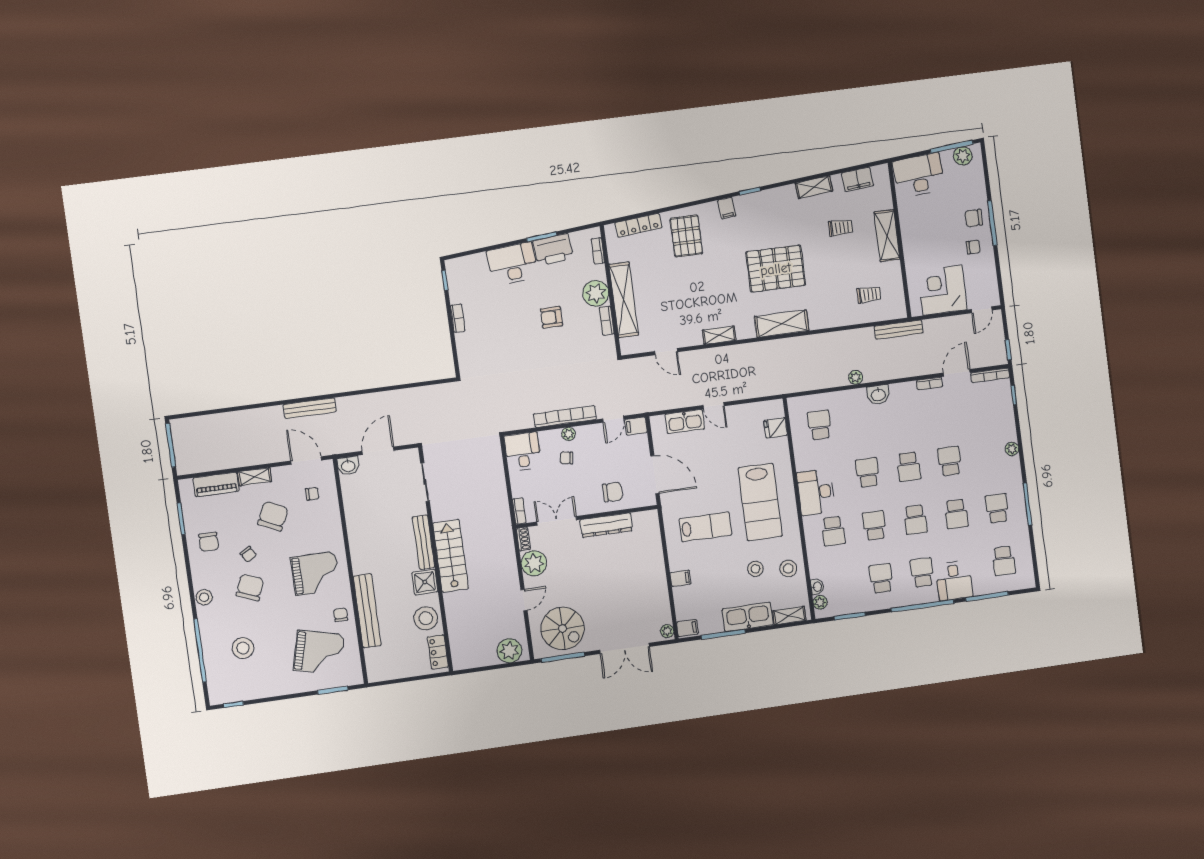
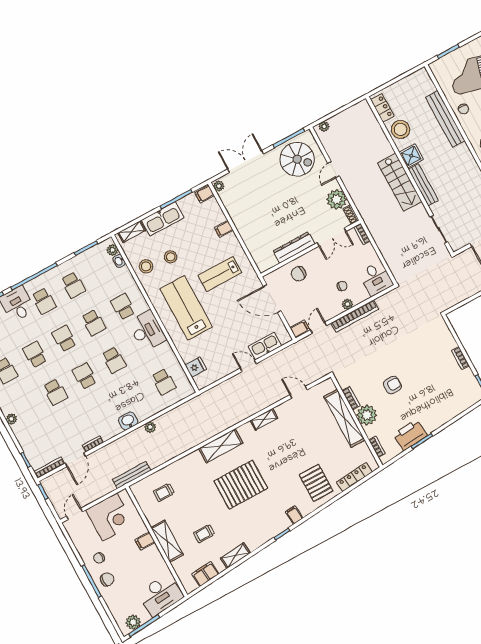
filing cabinet: (913, 246) -> (145, 541), added
desk: (513, 264) -> (436, 413), removed
spiral stairs: (563, 628) -> (297, 159), turned 180
plant: (509, 651) -> (324, 126), width x0.53, depth x0.53

